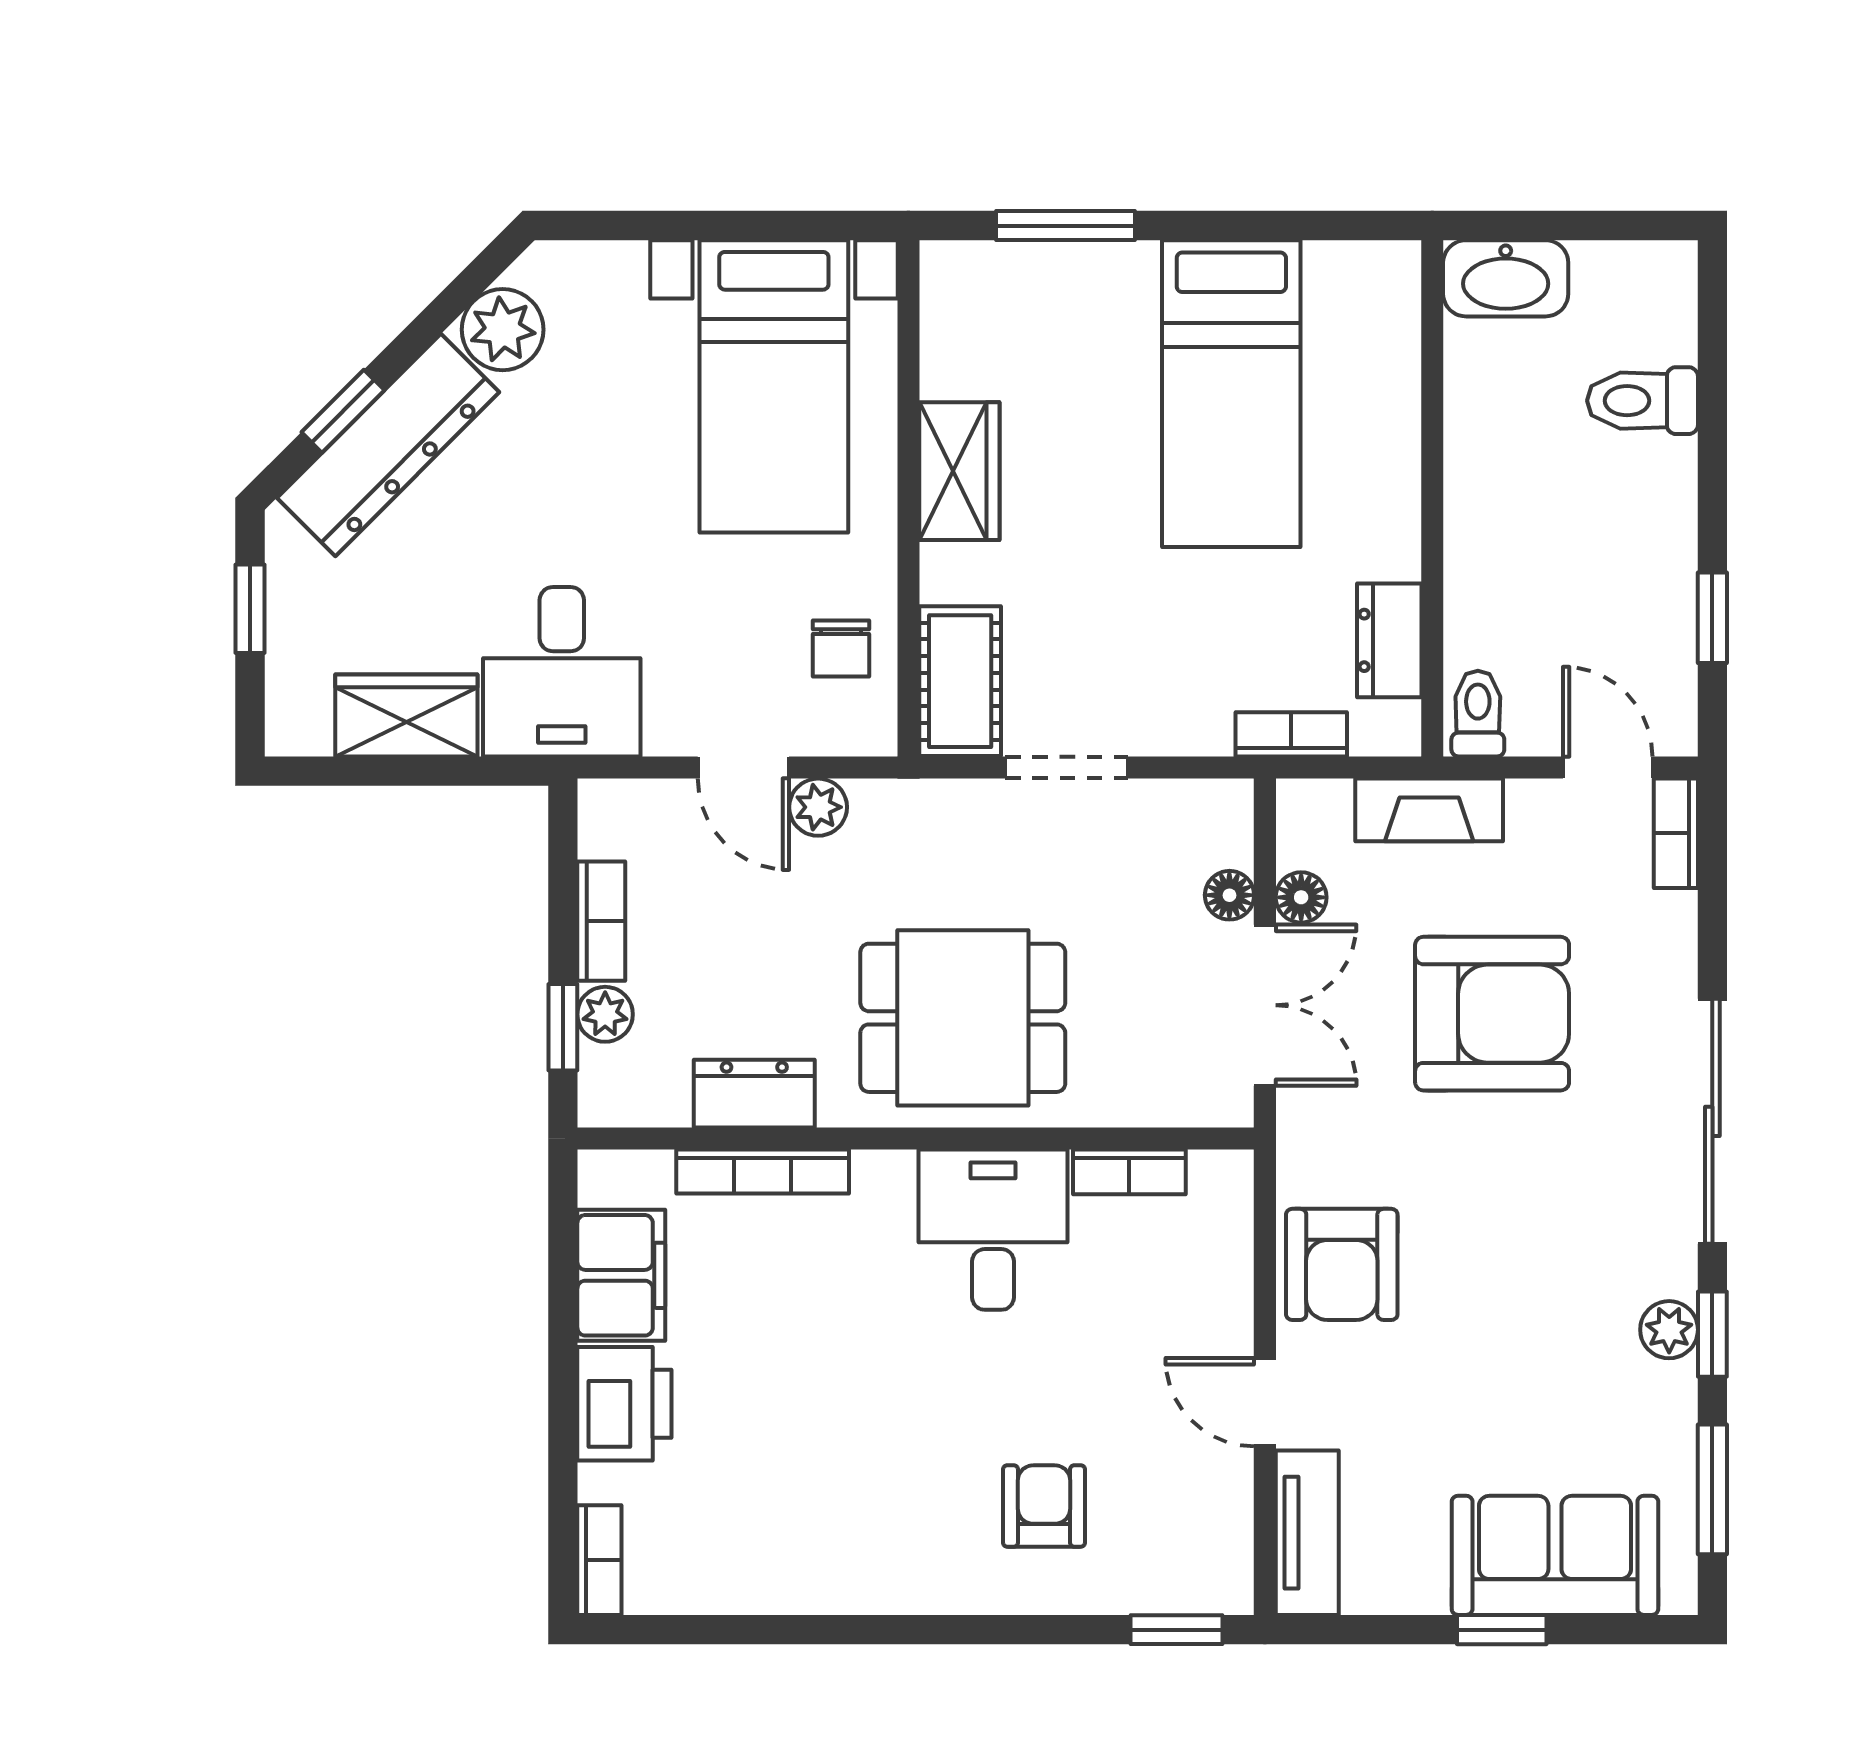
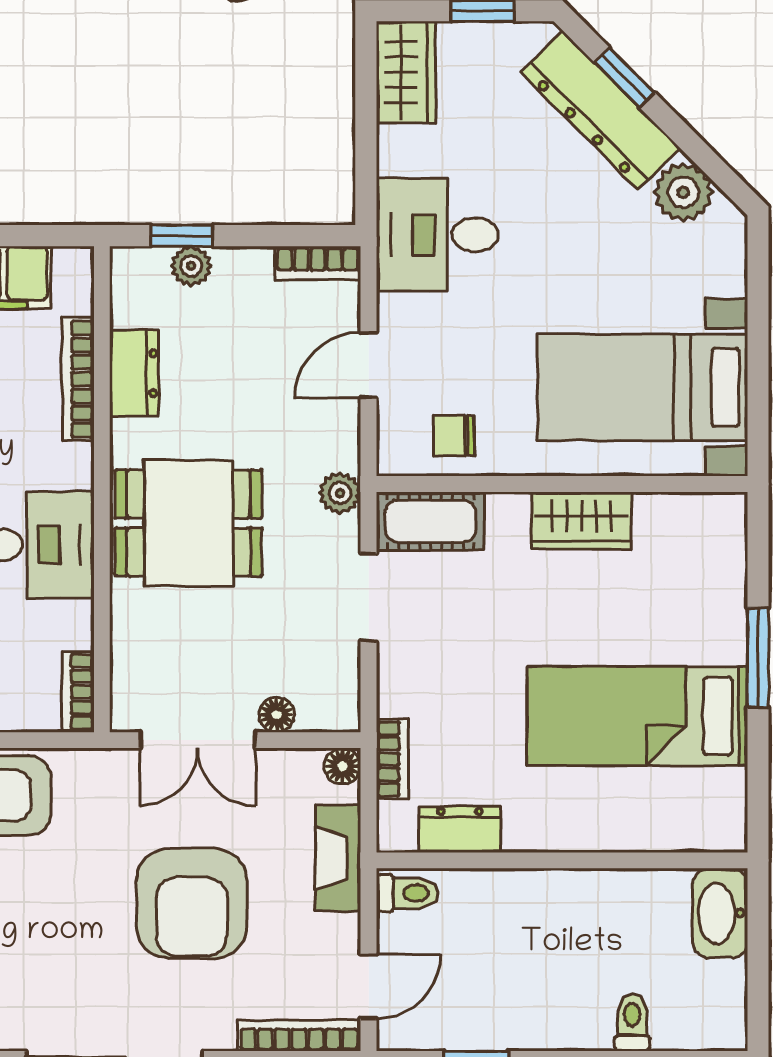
window: (1066, 226) -> (758, 658), moved
toilet: (1642, 401) -> (632, 1023), width x0.73, depth x0.72
wardrobe: (406, 715) -> (406, 72), moved
plant: (818, 807) -> (340, 493), moved
bookcase: (1676, 833) -> (299, 1035), width x1.56
floor lamp: (1301, 897) -> (342, 766), moved
bookcase: (601, 921) -> (318, 263), moved
dining table: (963, 1018) -> (189, 523), turned 90
bookcase: (1129, 1172) -> (78, 692), moved

